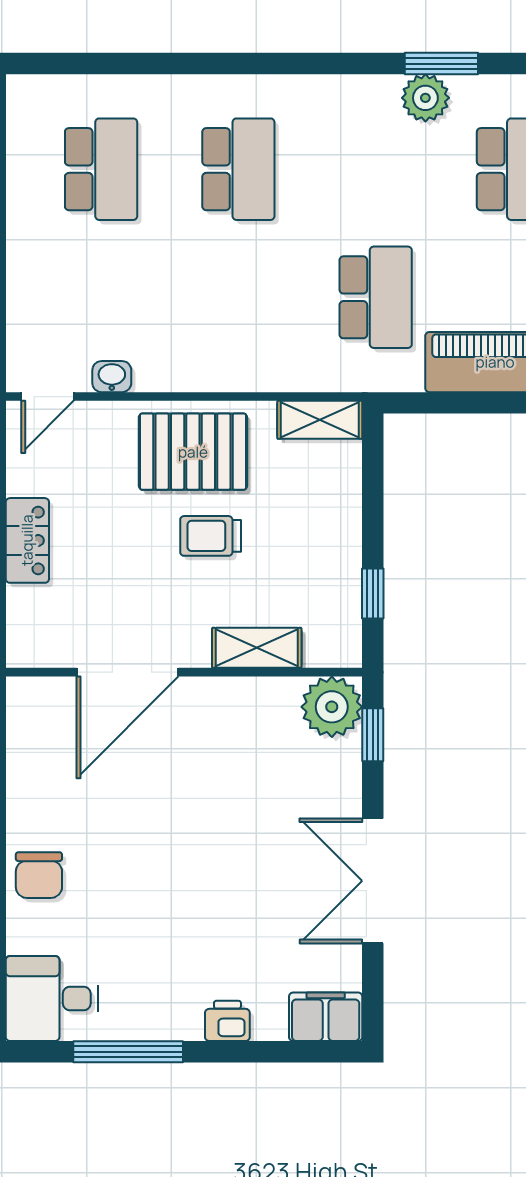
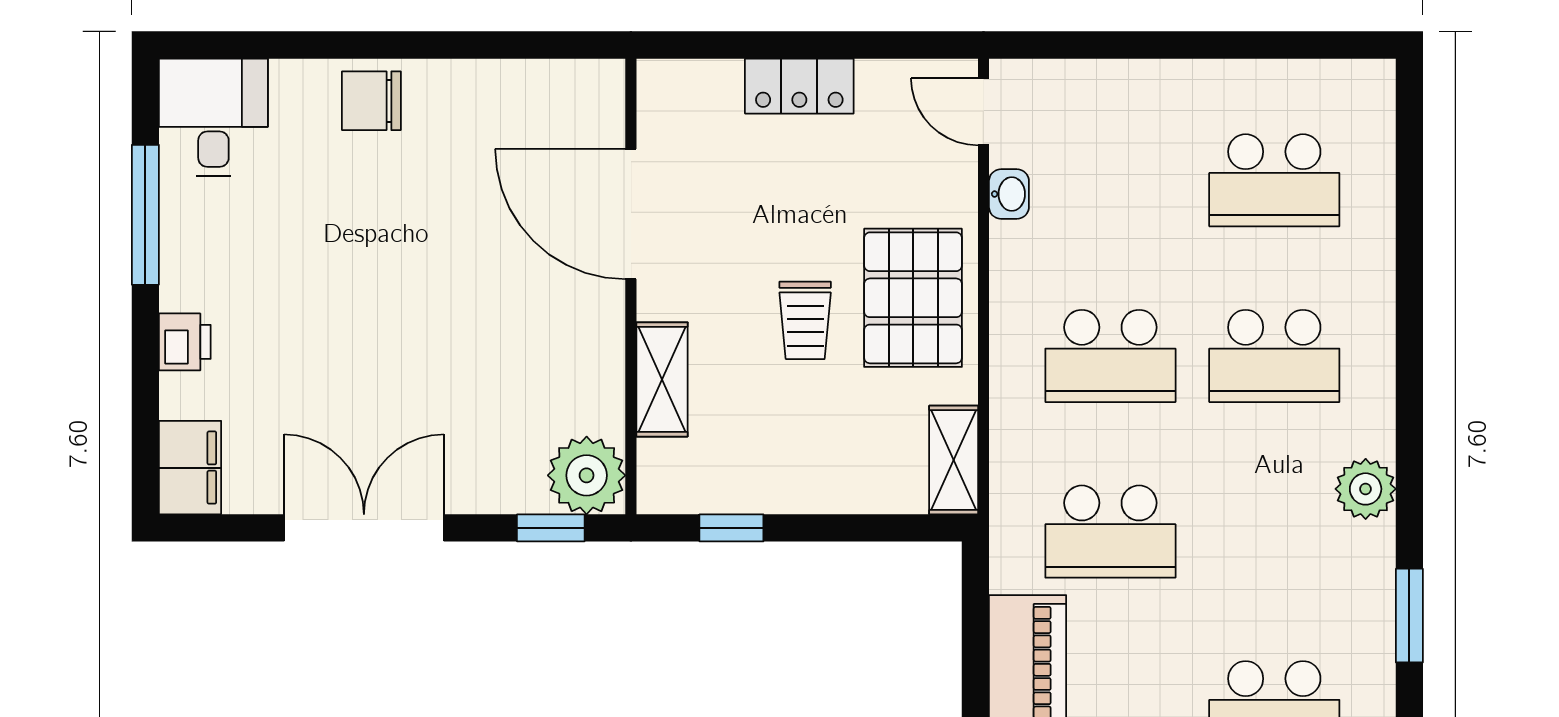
plant: (425, 98) -> (1366, 489), moved
school desk: (238, 297) -> (1110, 356), added
trolley: (211, 536) -> (805, 320), turned 180

